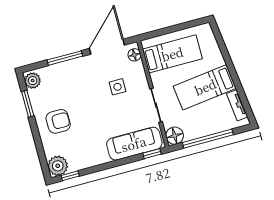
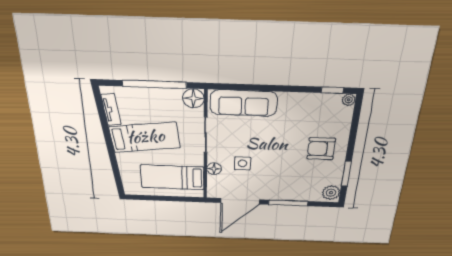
floor lamp: (134, 55) -> (214, 169), moved
window: (152, 154) -> (226, 87), removed
plant: (58, 166) -> (349, 100), width x0.53, depth x0.53

